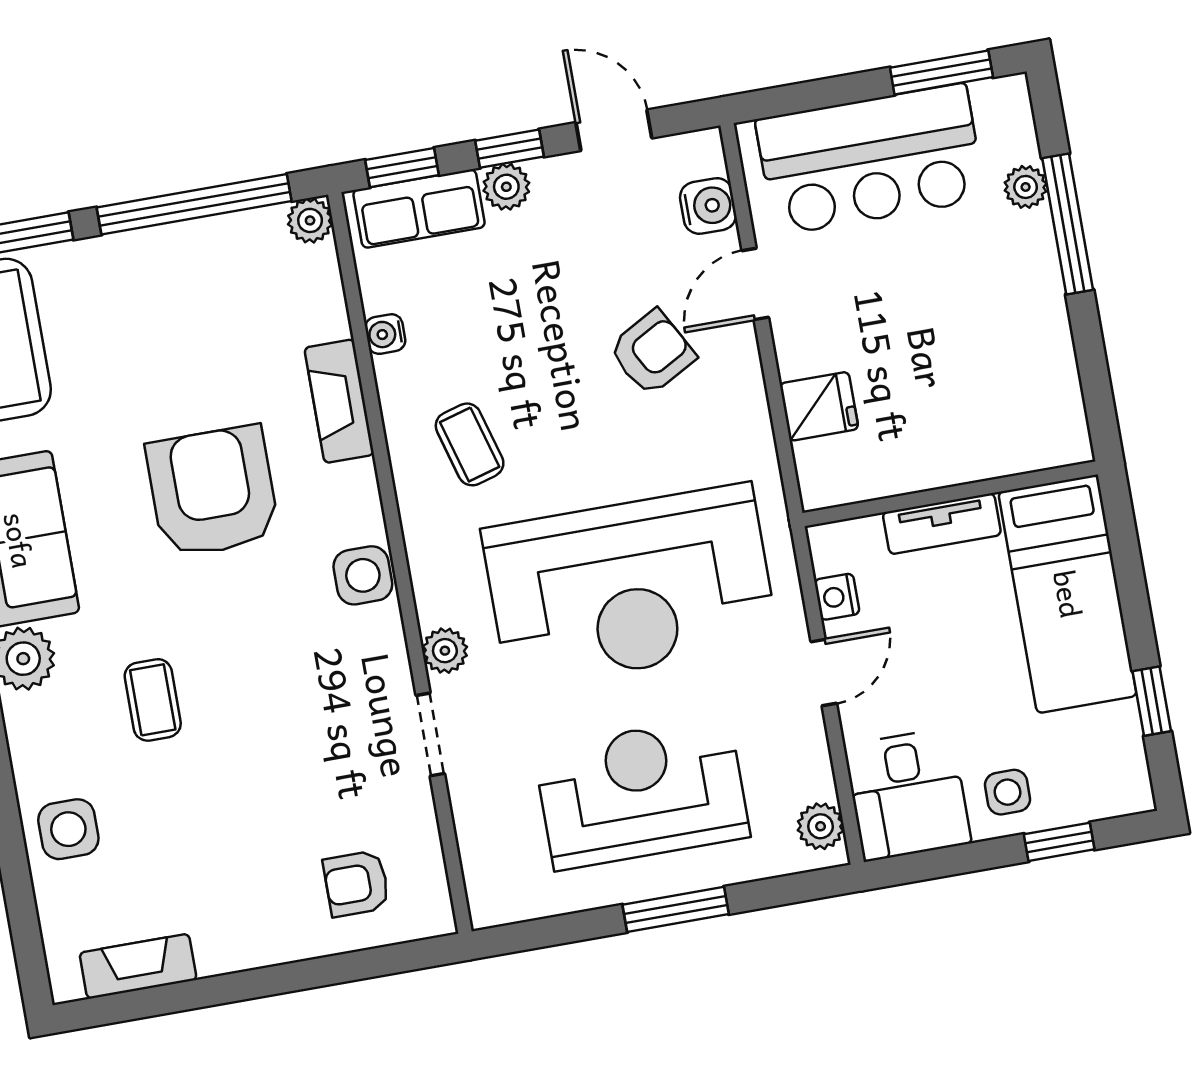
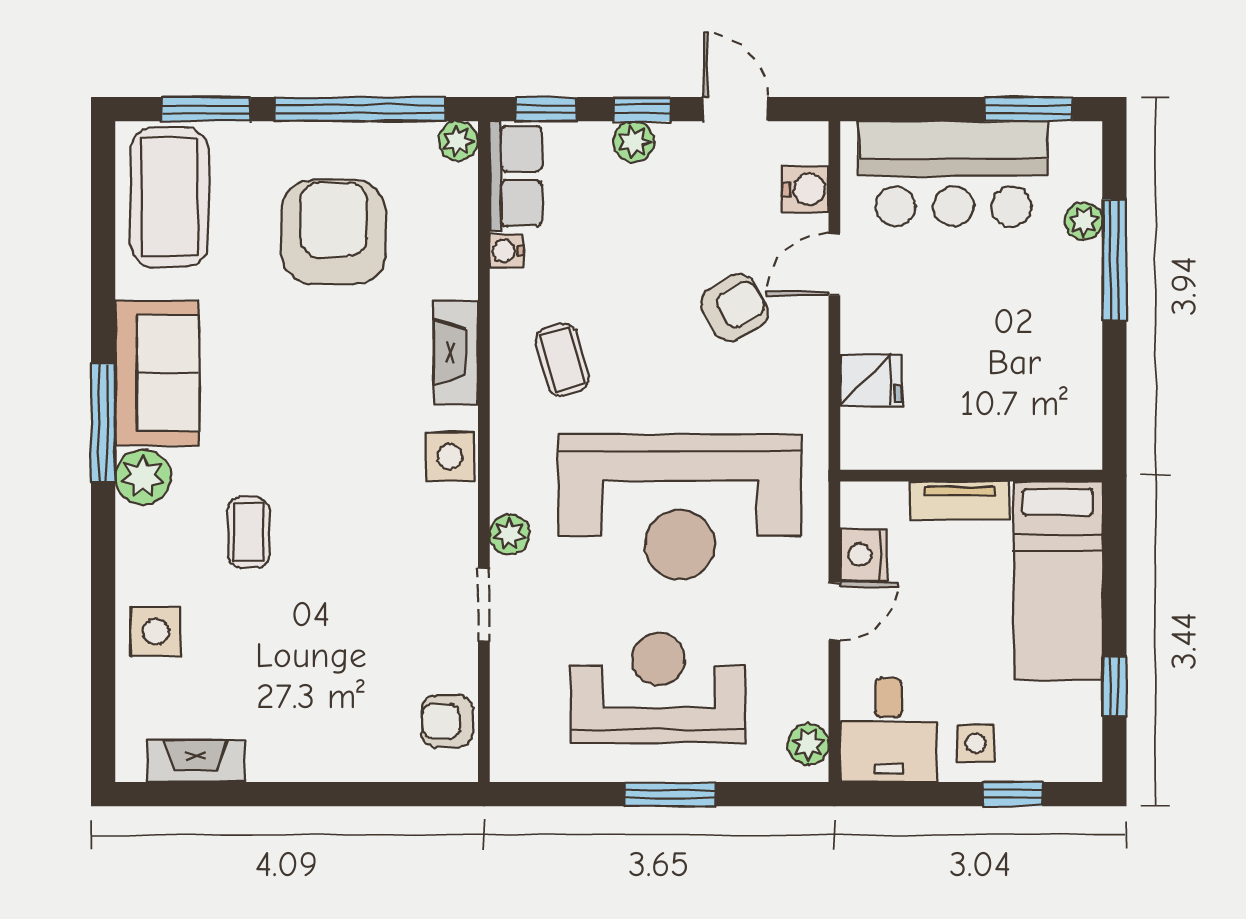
row of seats: (419, 209) -> (516, 176), moved, turned -90
fireplace: (339, 401) -> (456, 353), moved
armchair: (213, 492) -> (334, 232), moved
nightstand: (837, 597) -> (864, 555), width x1.39, depth x1.35
armchair: (356, 884) -> (447, 721), moved

